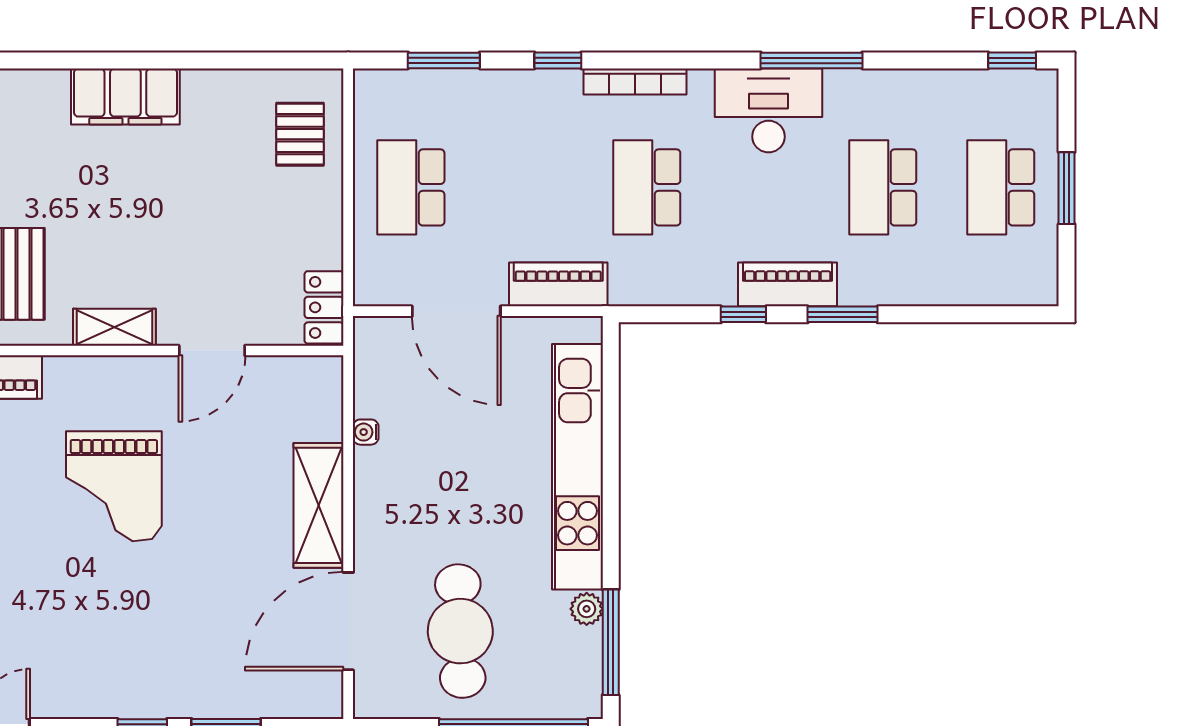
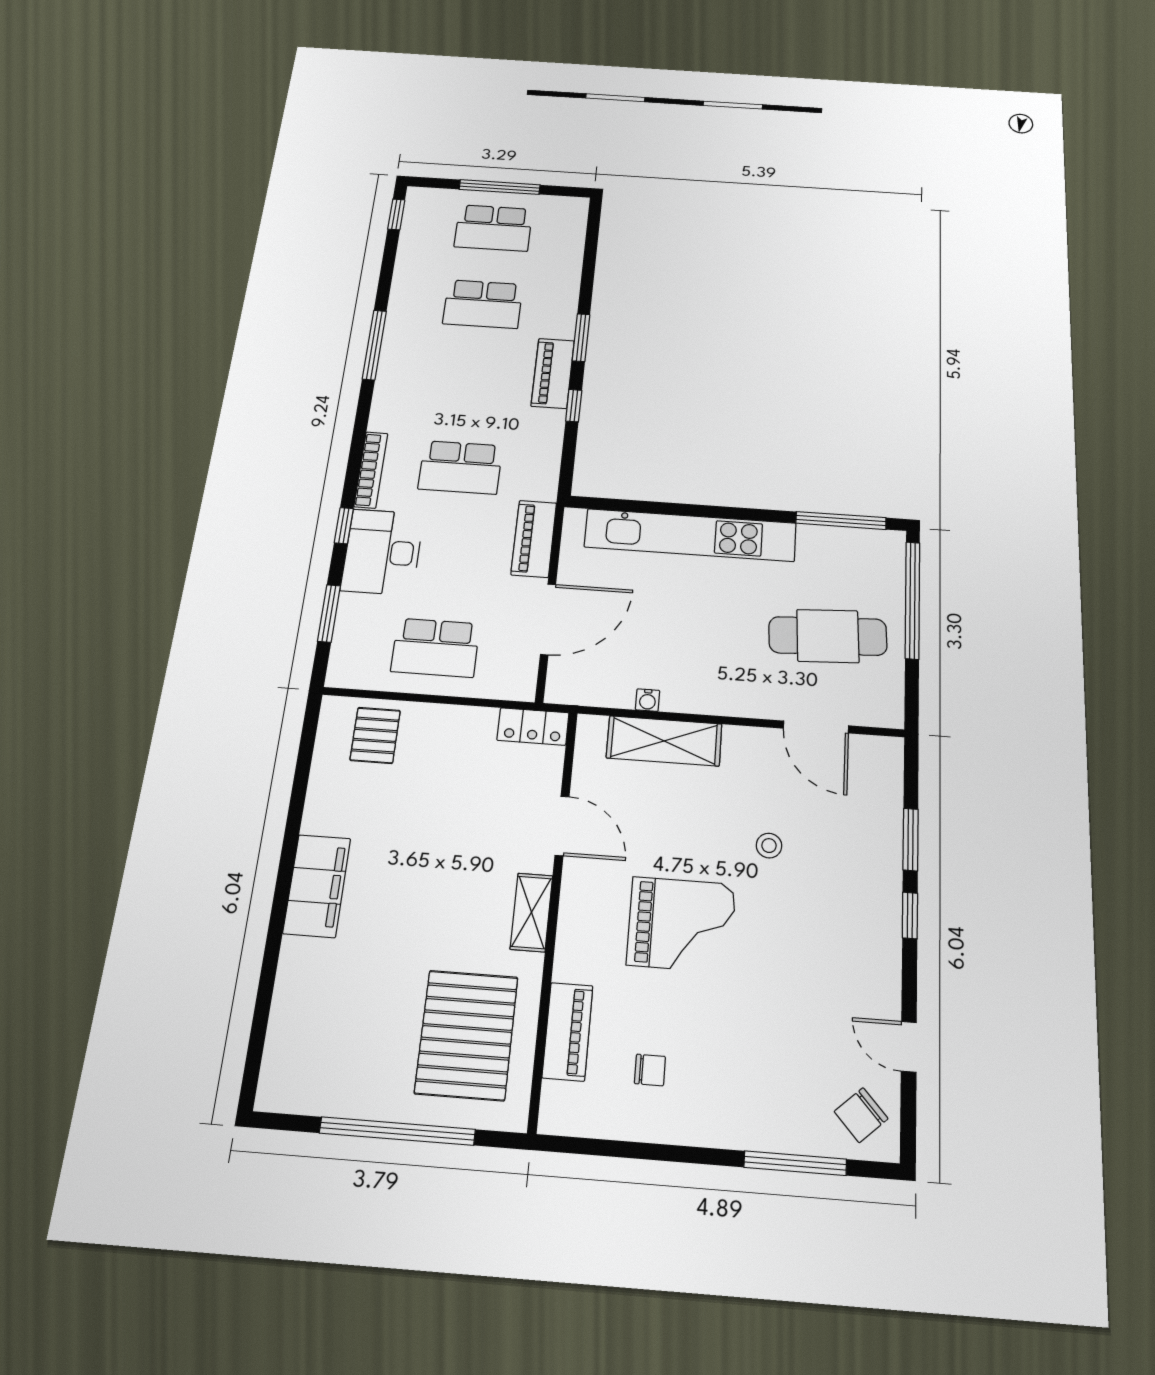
desk: (769, 110) -> (382, 552), moved
pallet: (300, 134) -> (375, 735), turned 90
window: (1067, 188) -> (500, 187), width x1.44
shelving: (319, 505) -> (664, 741), moved
stool: (207, 575) -> (769, 846), added
plant: (587, 609) -> (812, 537), removed
door: (348, 621) -> (816, 727), width x0.73

